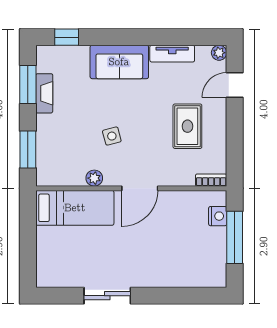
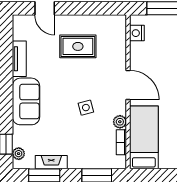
plant: (219, 53) -> (19, 154), moved
bookcase: (211, 180) -> (121, 142), moved
nightstand: (218, 216) -> (137, 33), moved, turned -90

